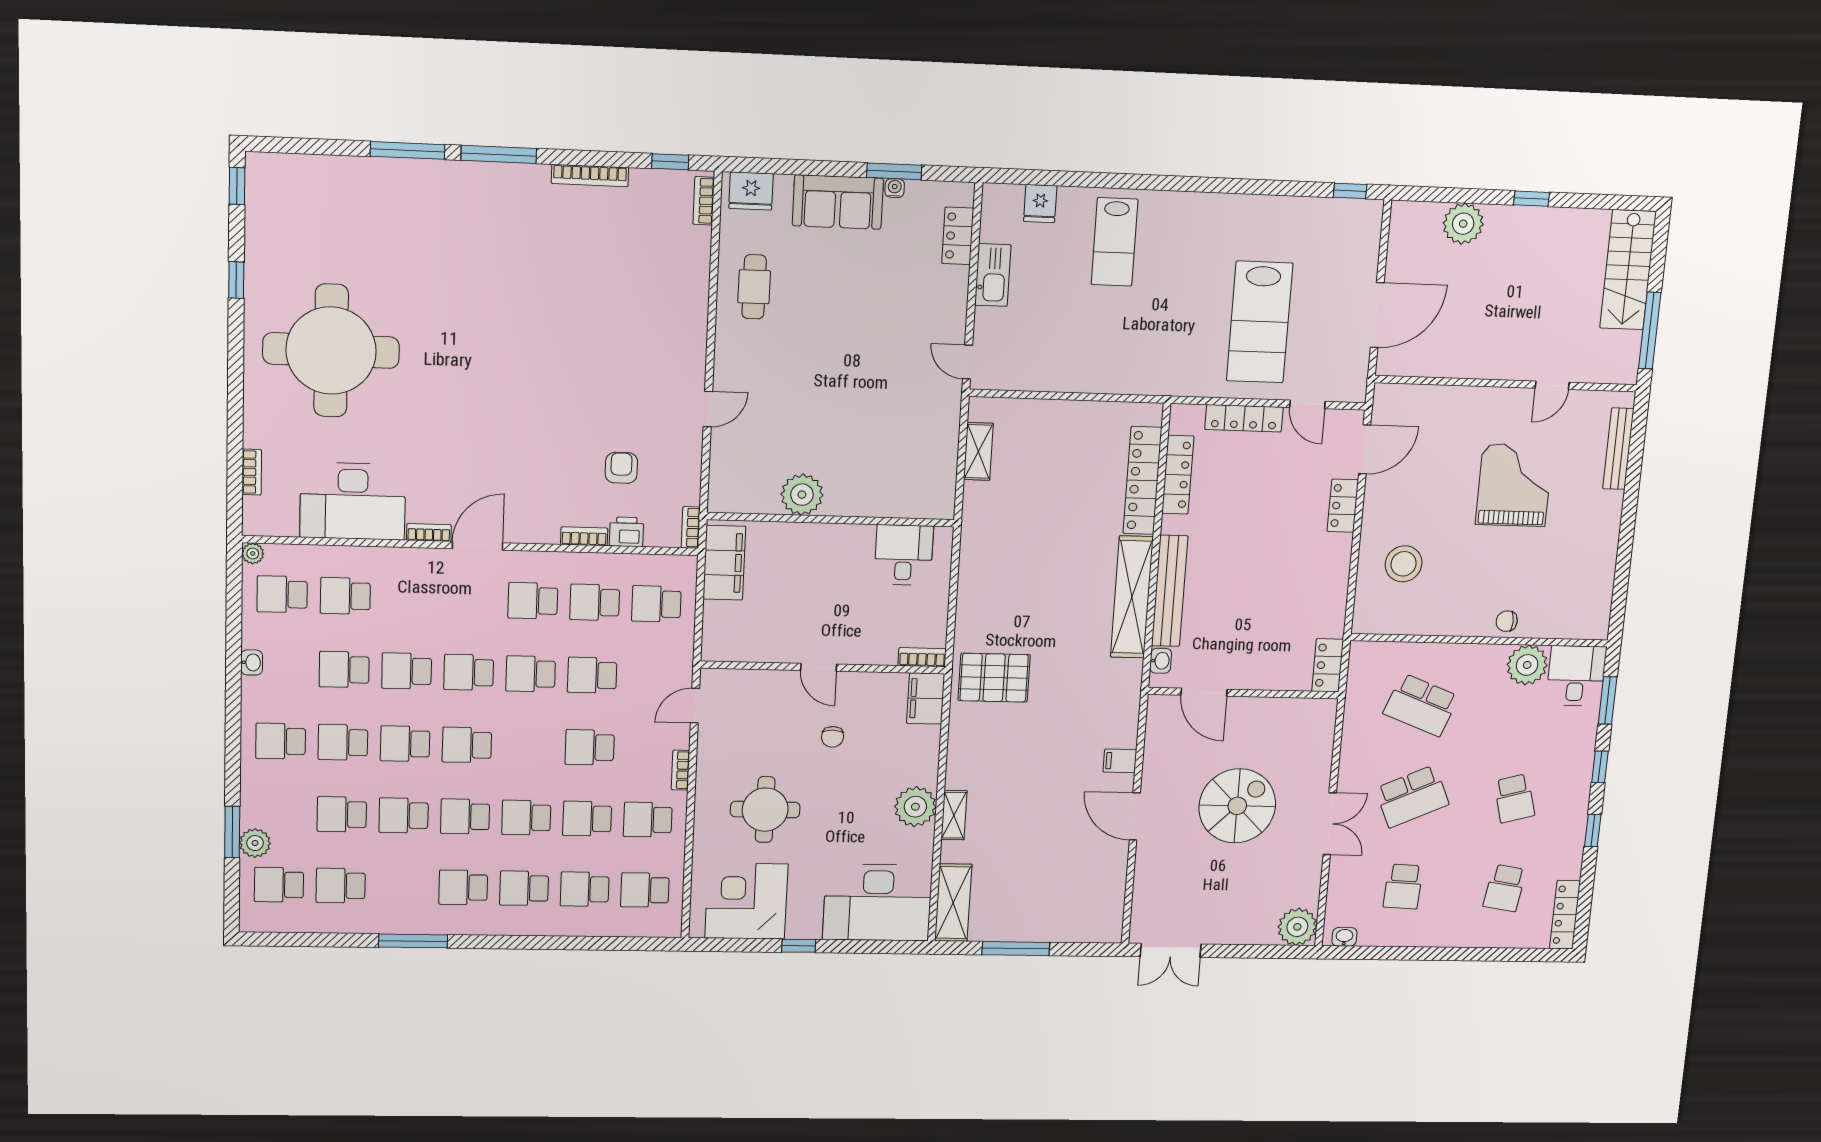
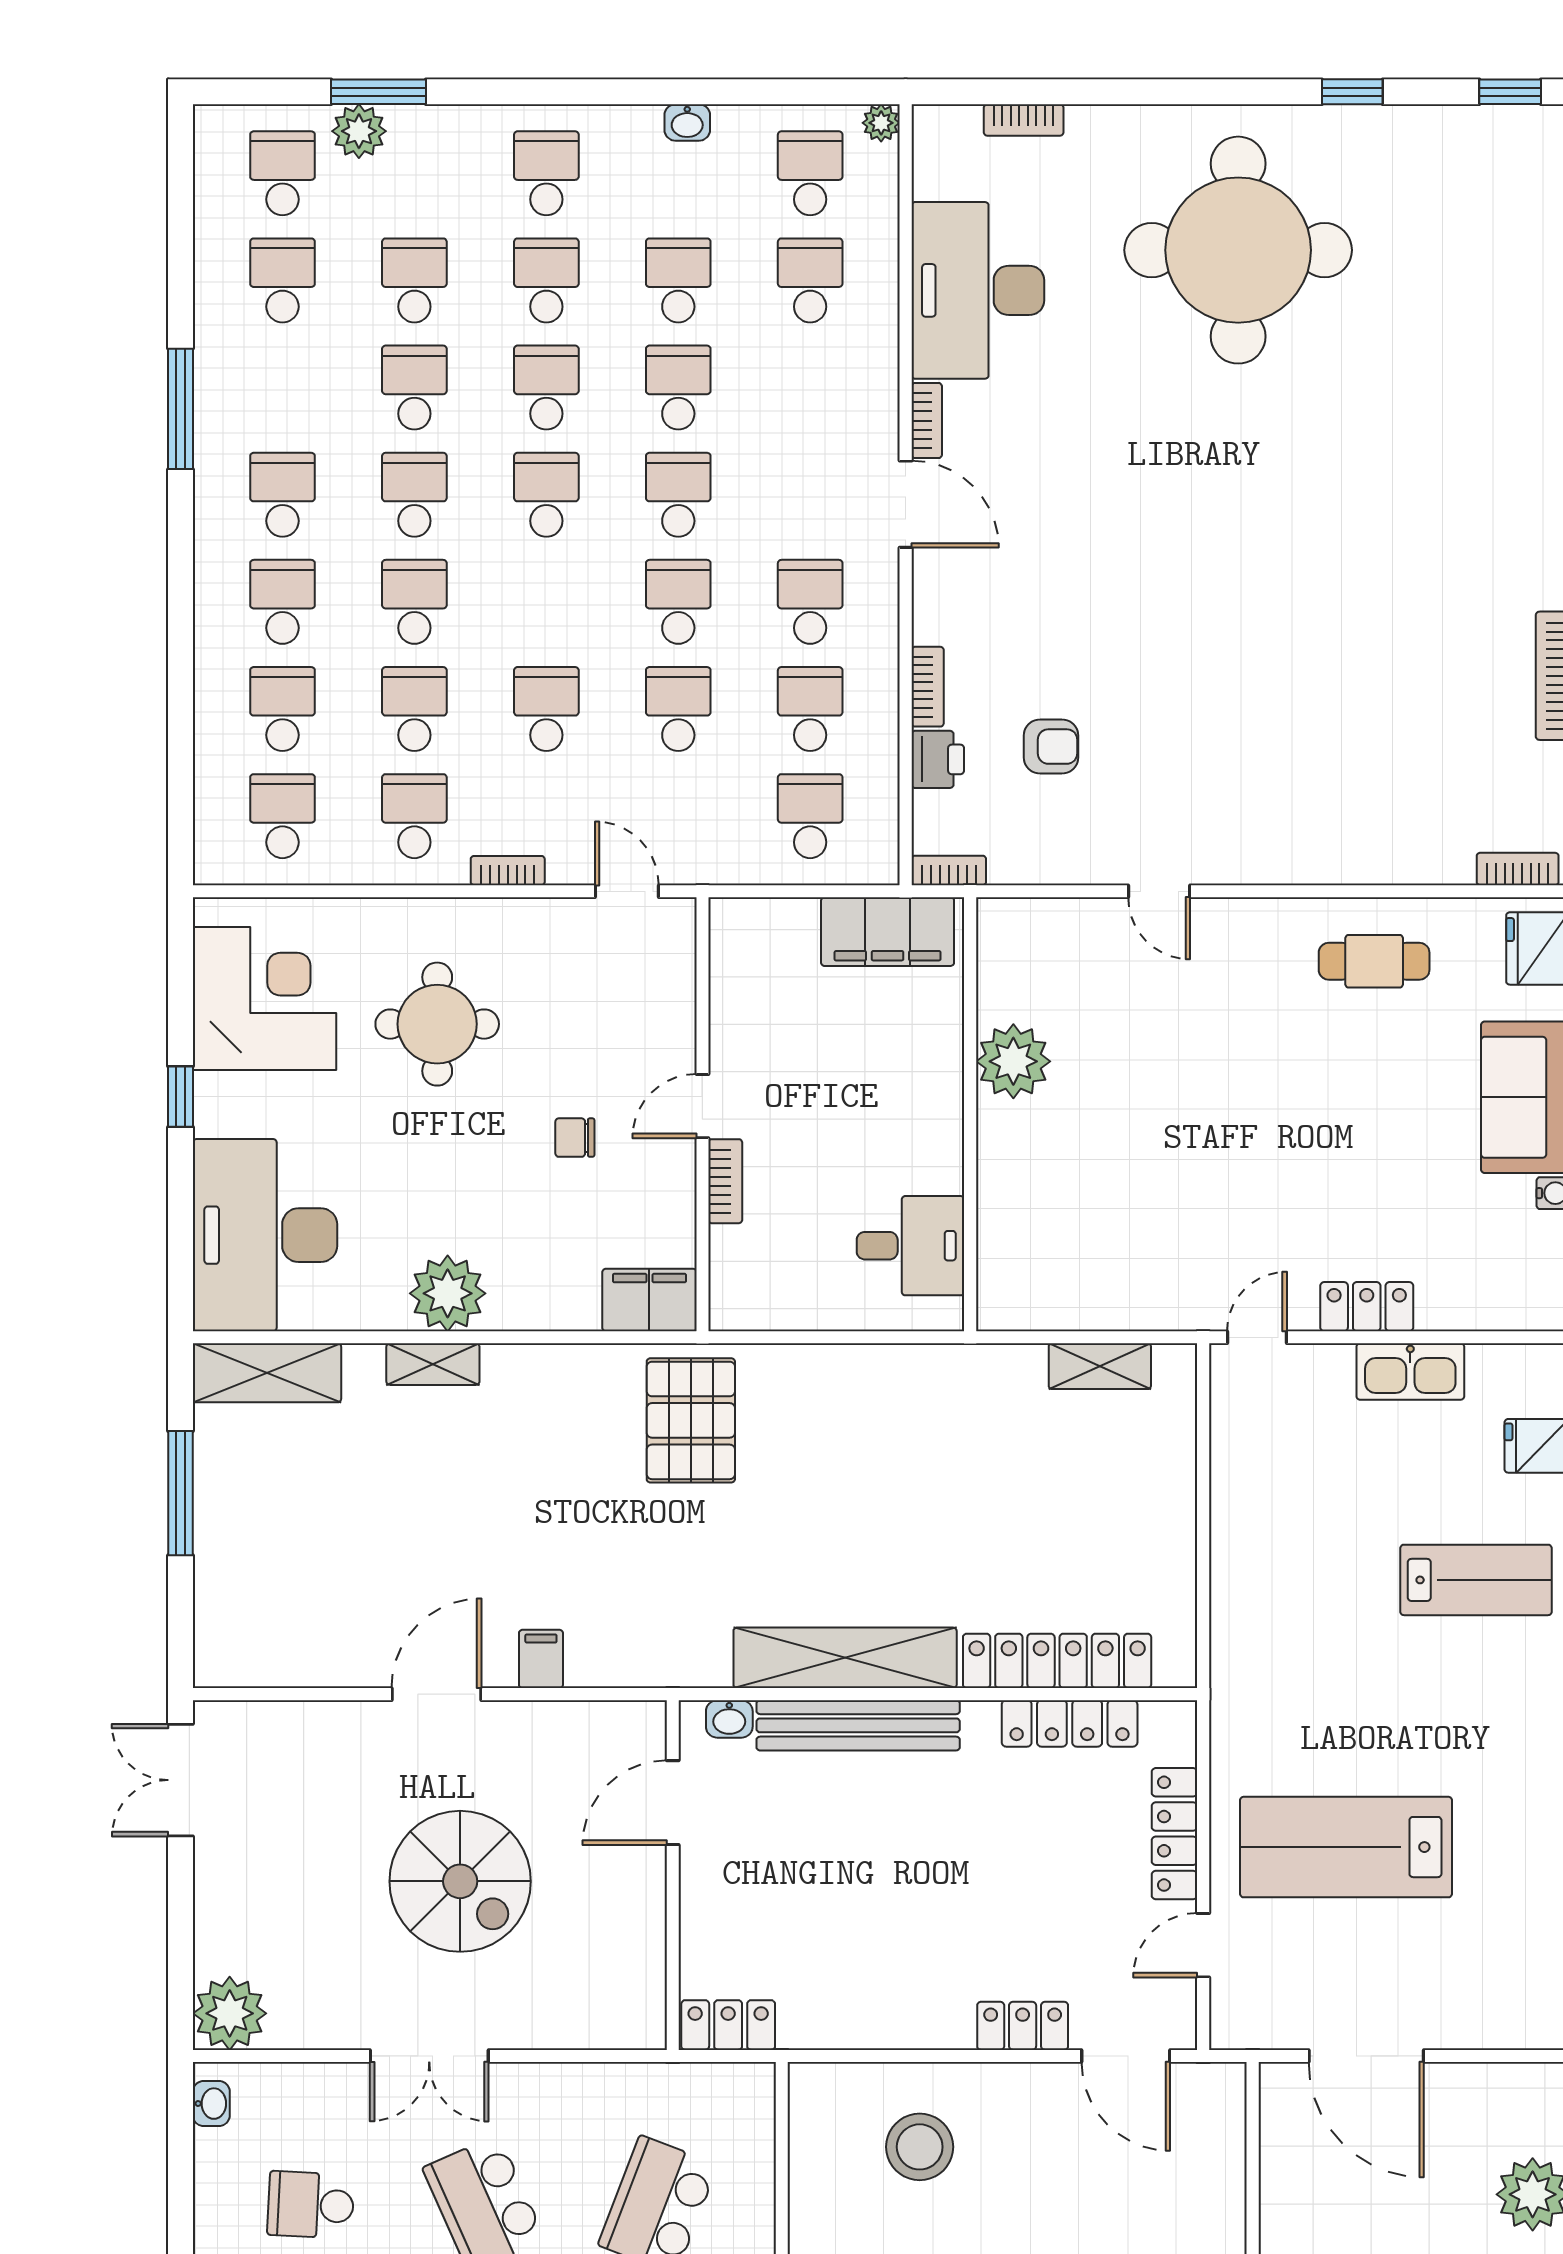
locker: (958, 236) -> (1367, 1307), moved
lab bench: (1114, 242) -> (1476, 1580), turned 180
bookcase: (922, 657) -> (725, 1181), moved

